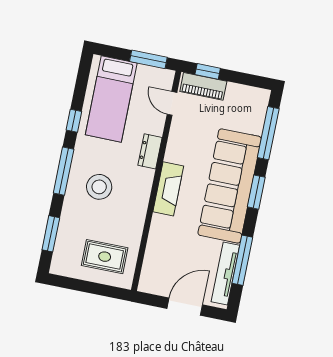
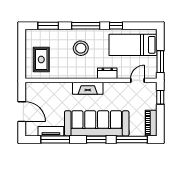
piano: (203, 86) -> (151, 123), moved
tv unit: (225, 274) -> (51, 131), width x0.71

